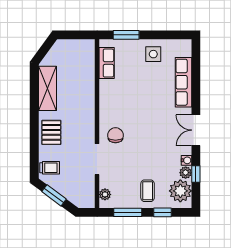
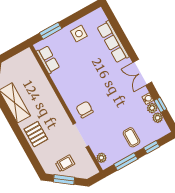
trolley: (50, 168) -> (65, 163), moved
plant: (180, 191) -> (158, 118), width x0.53, depth x0.53

